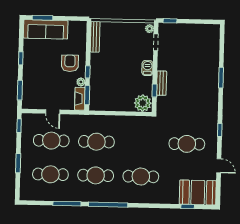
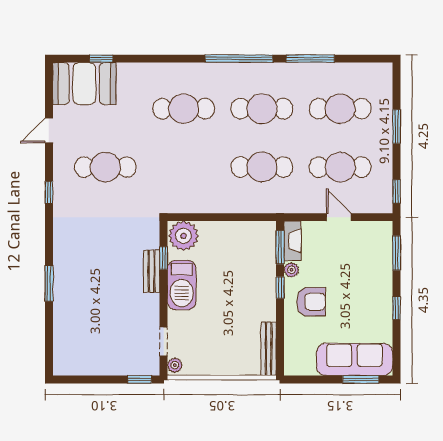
armchair: (70, 63) -> (311, 302), turned -90
barbecue: (147, 68) -> (182, 285), width x1.88, depth x1.53
door: (219, 166) -> (49, 130), hinge flipped

